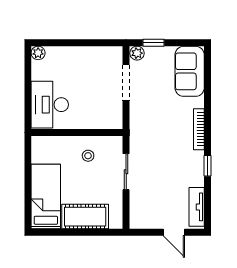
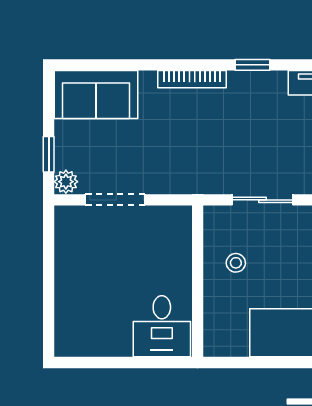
plant: (38, 53) -> (66, 346), removed
desk: (50, 105) -> (162, 326), width x0.73

